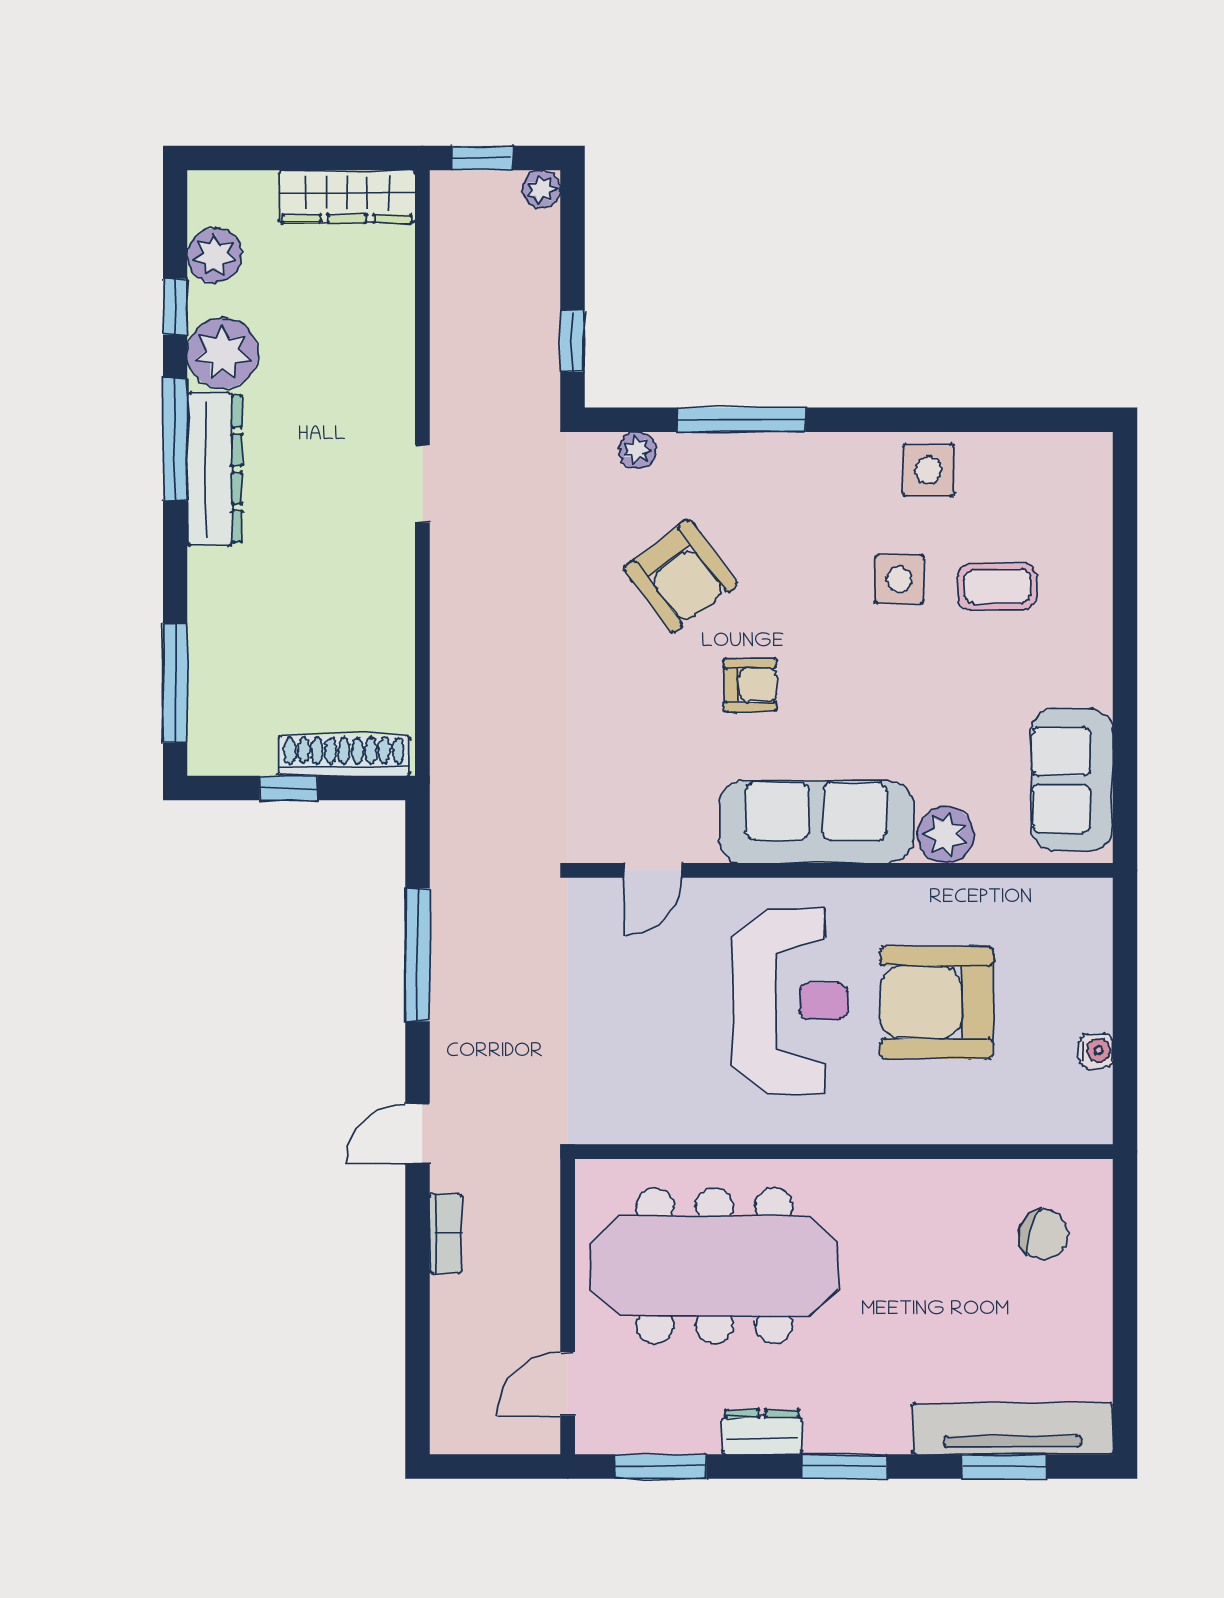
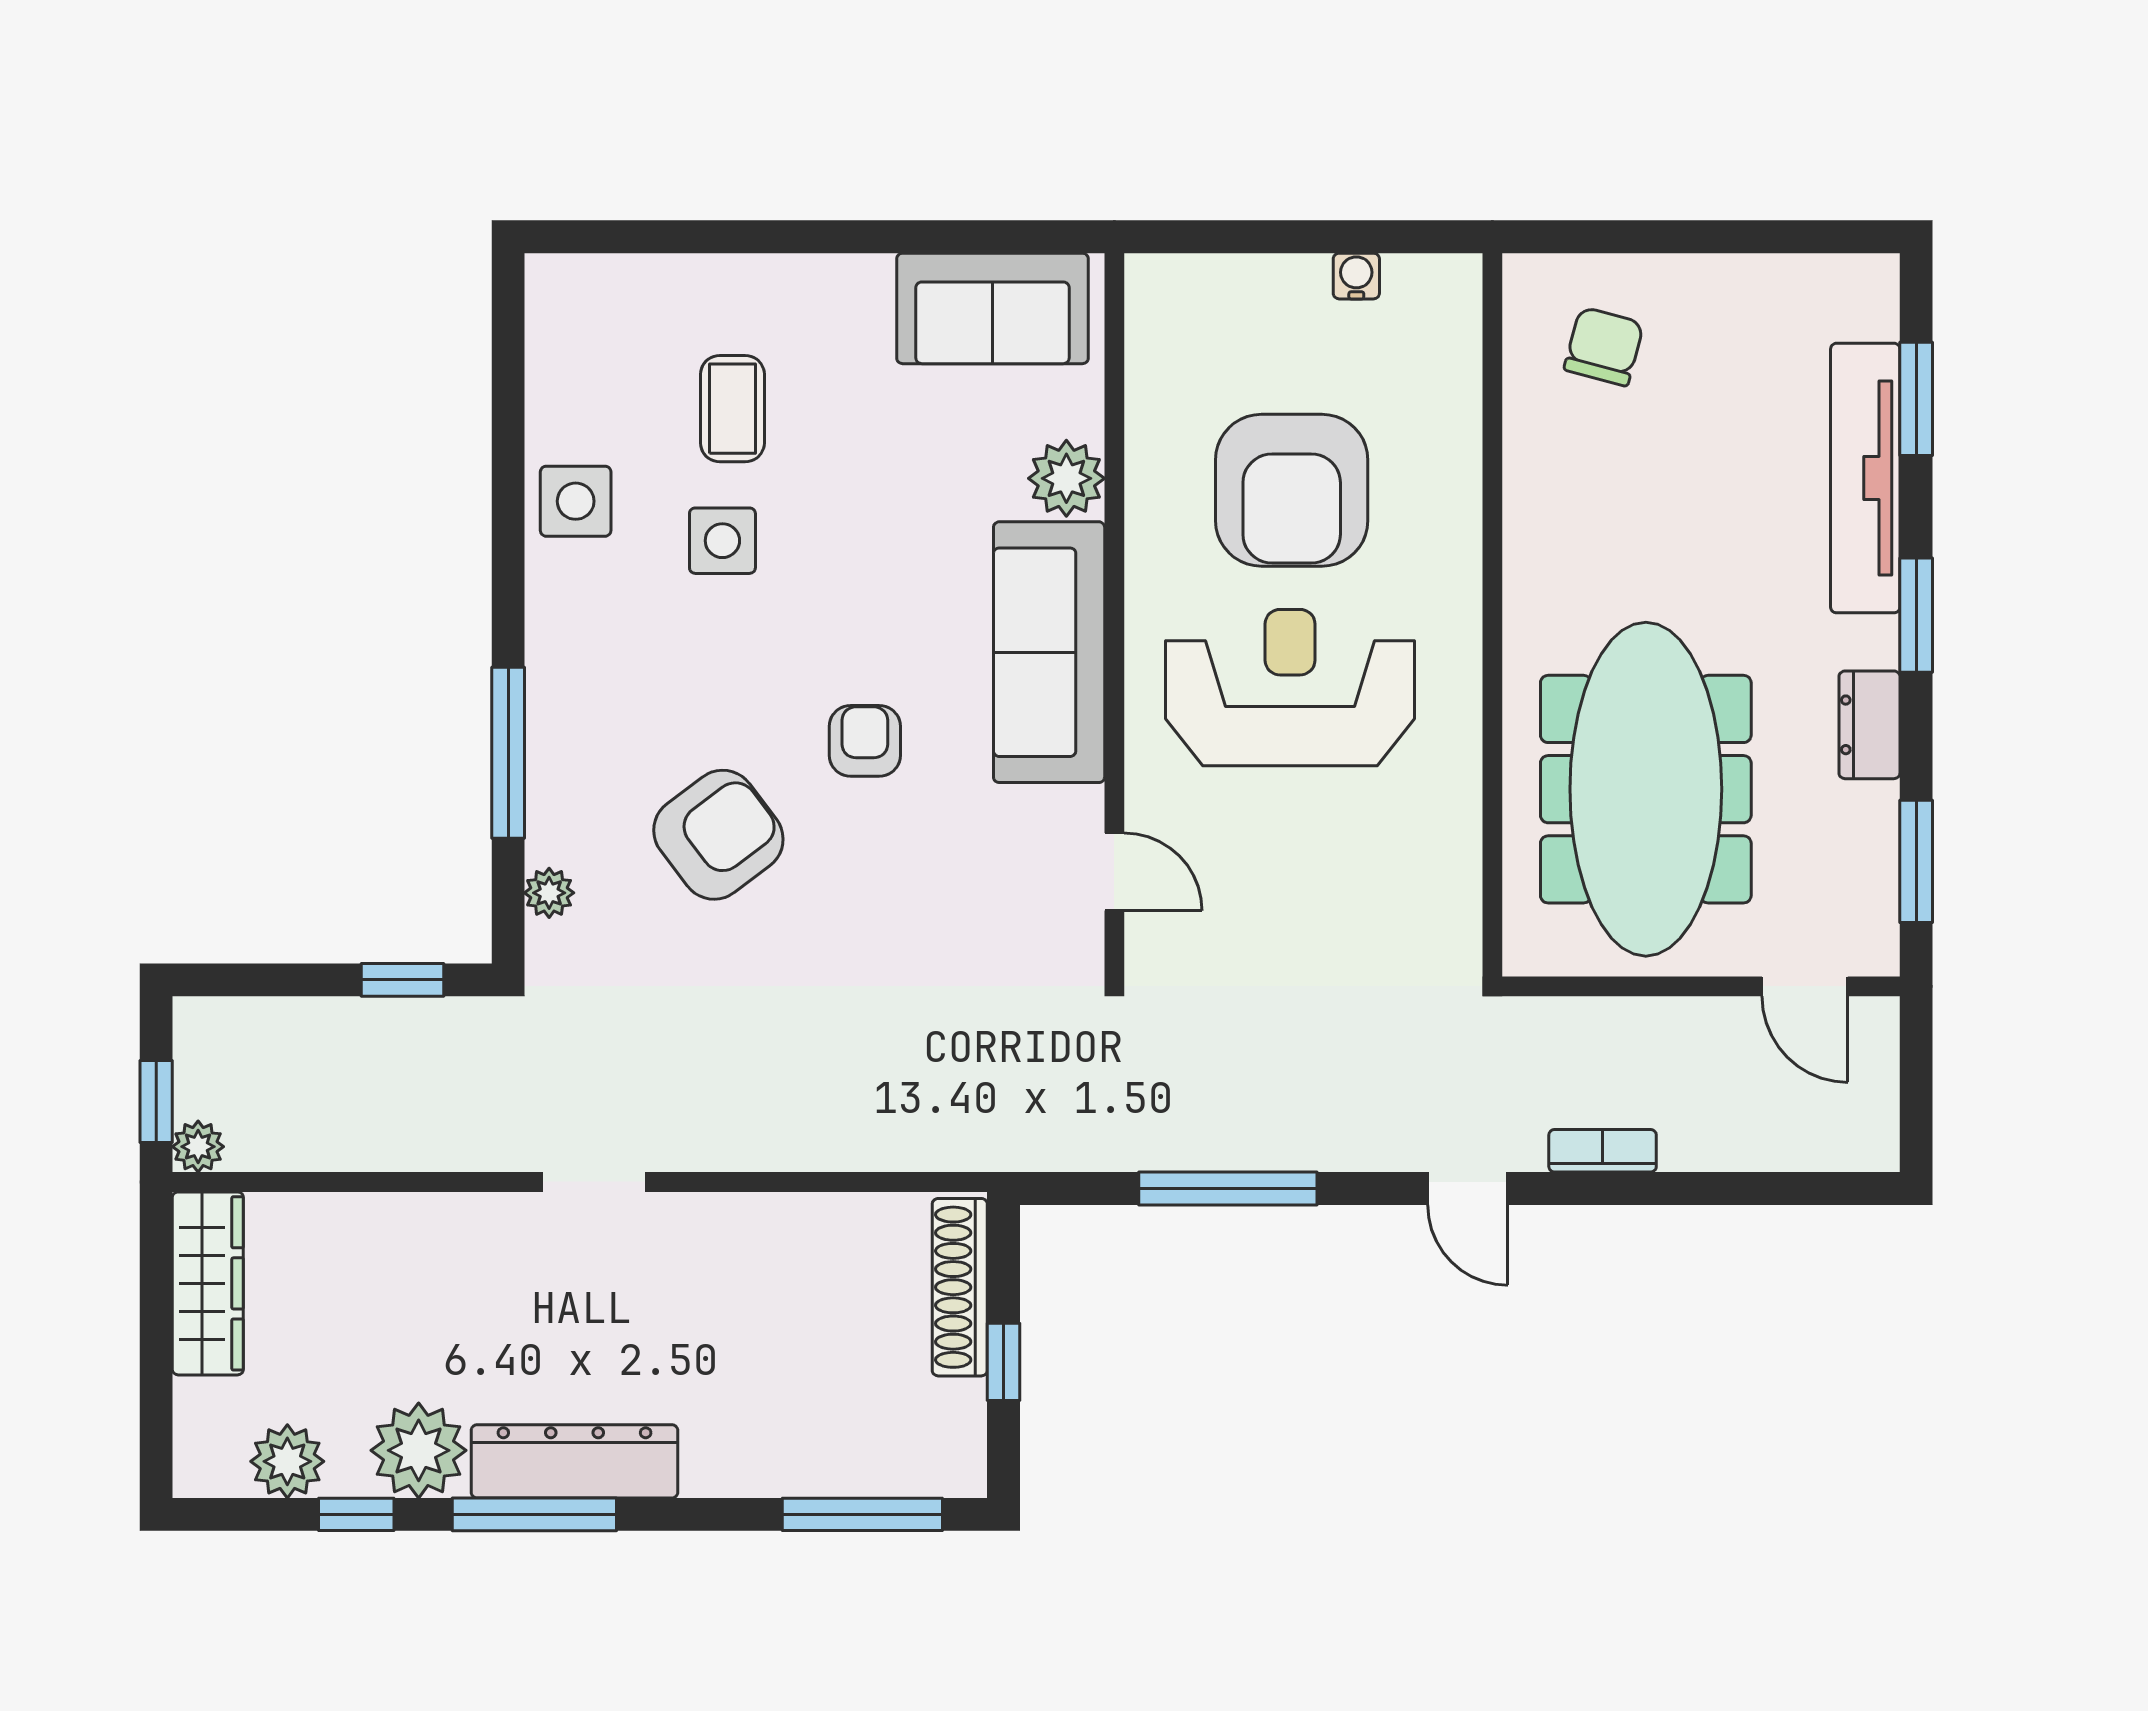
plant: (541, 189) -> (198, 1147), moved
tv unit: (1013, 1429) -> (1865, 478), moved

